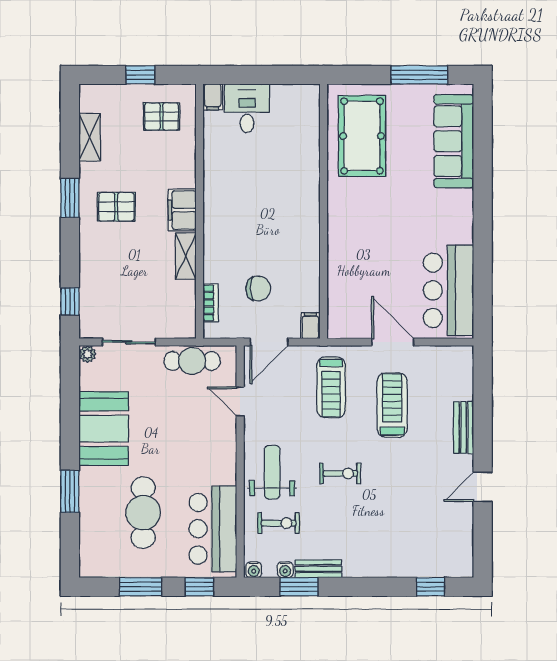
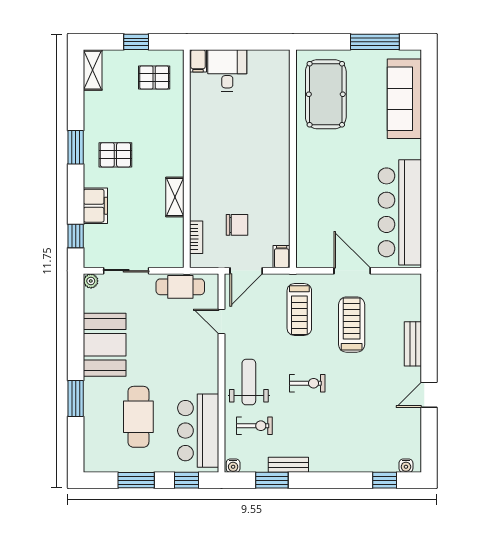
shelving: (90, 137) -> (93, 70), moved
filing cabinet: (182, 210) -> (95, 206), moved, turned 180
bar counter: (448, 290) -> (400, 212), width x1.36
water cooler: (285, 570) -> (406, 466), moved

